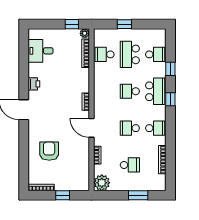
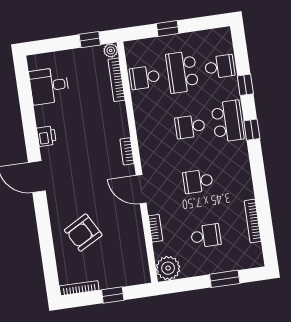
school desk: (155, 128) -> (235, 176), removed
armchair: (49, 151) -> (83, 233), turned -119

